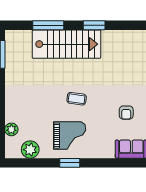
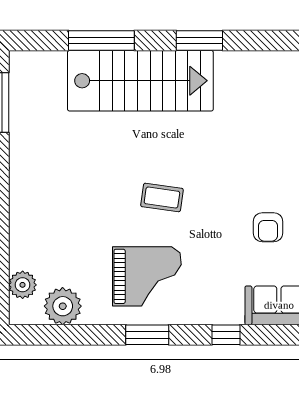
plant: (11, 129) -> (23, 285), moved
window: (107, 163) -> (226, 335), added

